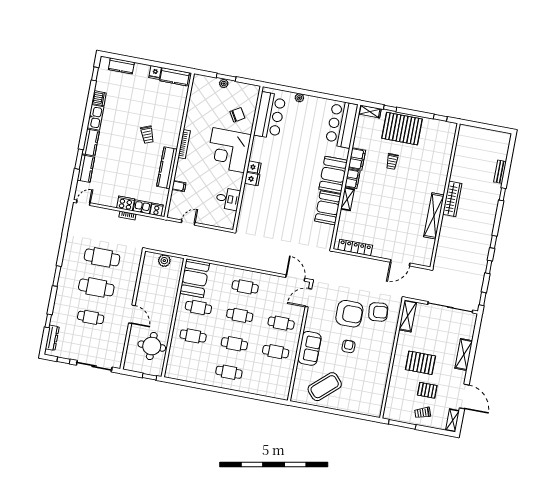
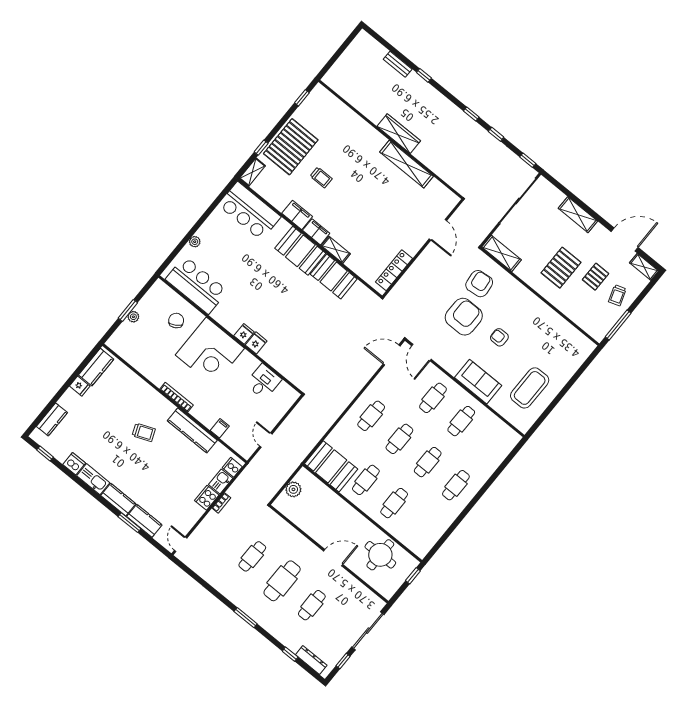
cafe table: (102, 257) -> (252, 556), width x0.73, depth x0.74
coffee table: (325, 387) -> (530, 388), turned 42

